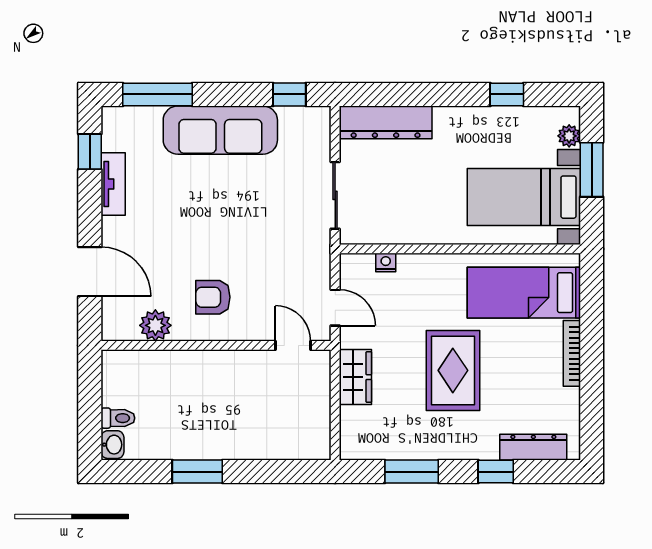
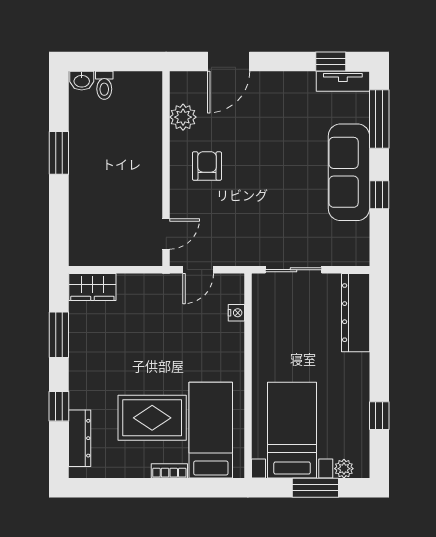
window: (289, 94) -> (379, 195), moved
tv unit: (113, 184) -> (343, 81), moved
bookcase: (572, 353) -> (169, 471), width x0.64
rug: (453, 370) -> (152, 418), moved
wardrobe: (355, 377) -> (92, 287), moved

